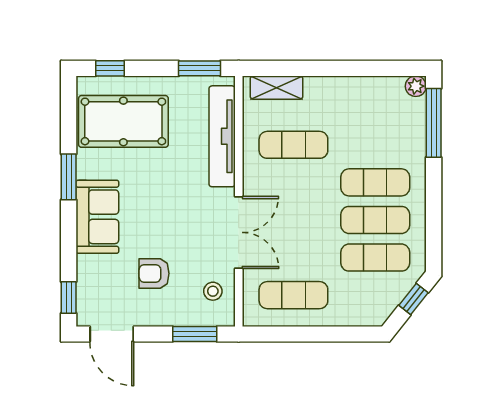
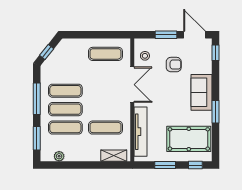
window: (200, 68) -> (165, 165), moved
plant: (416, 86) -> (59, 156), moved
window: (434, 123) -> (37, 138), width x0.69
window: (434, 204) -> (37, 99), added
double door: (239, 232) -> (132, 85), swing flipped
exercise mat: (375, 258) -> (65, 128), moved
window: (195, 334) -> (166, 35), moved

